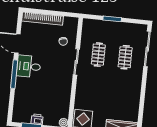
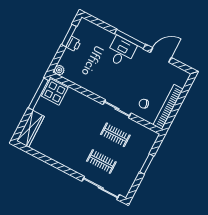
bookcase: (42, 19) -> (168, 107), moved
desk: (29, 66) -> (121, 52), moved

